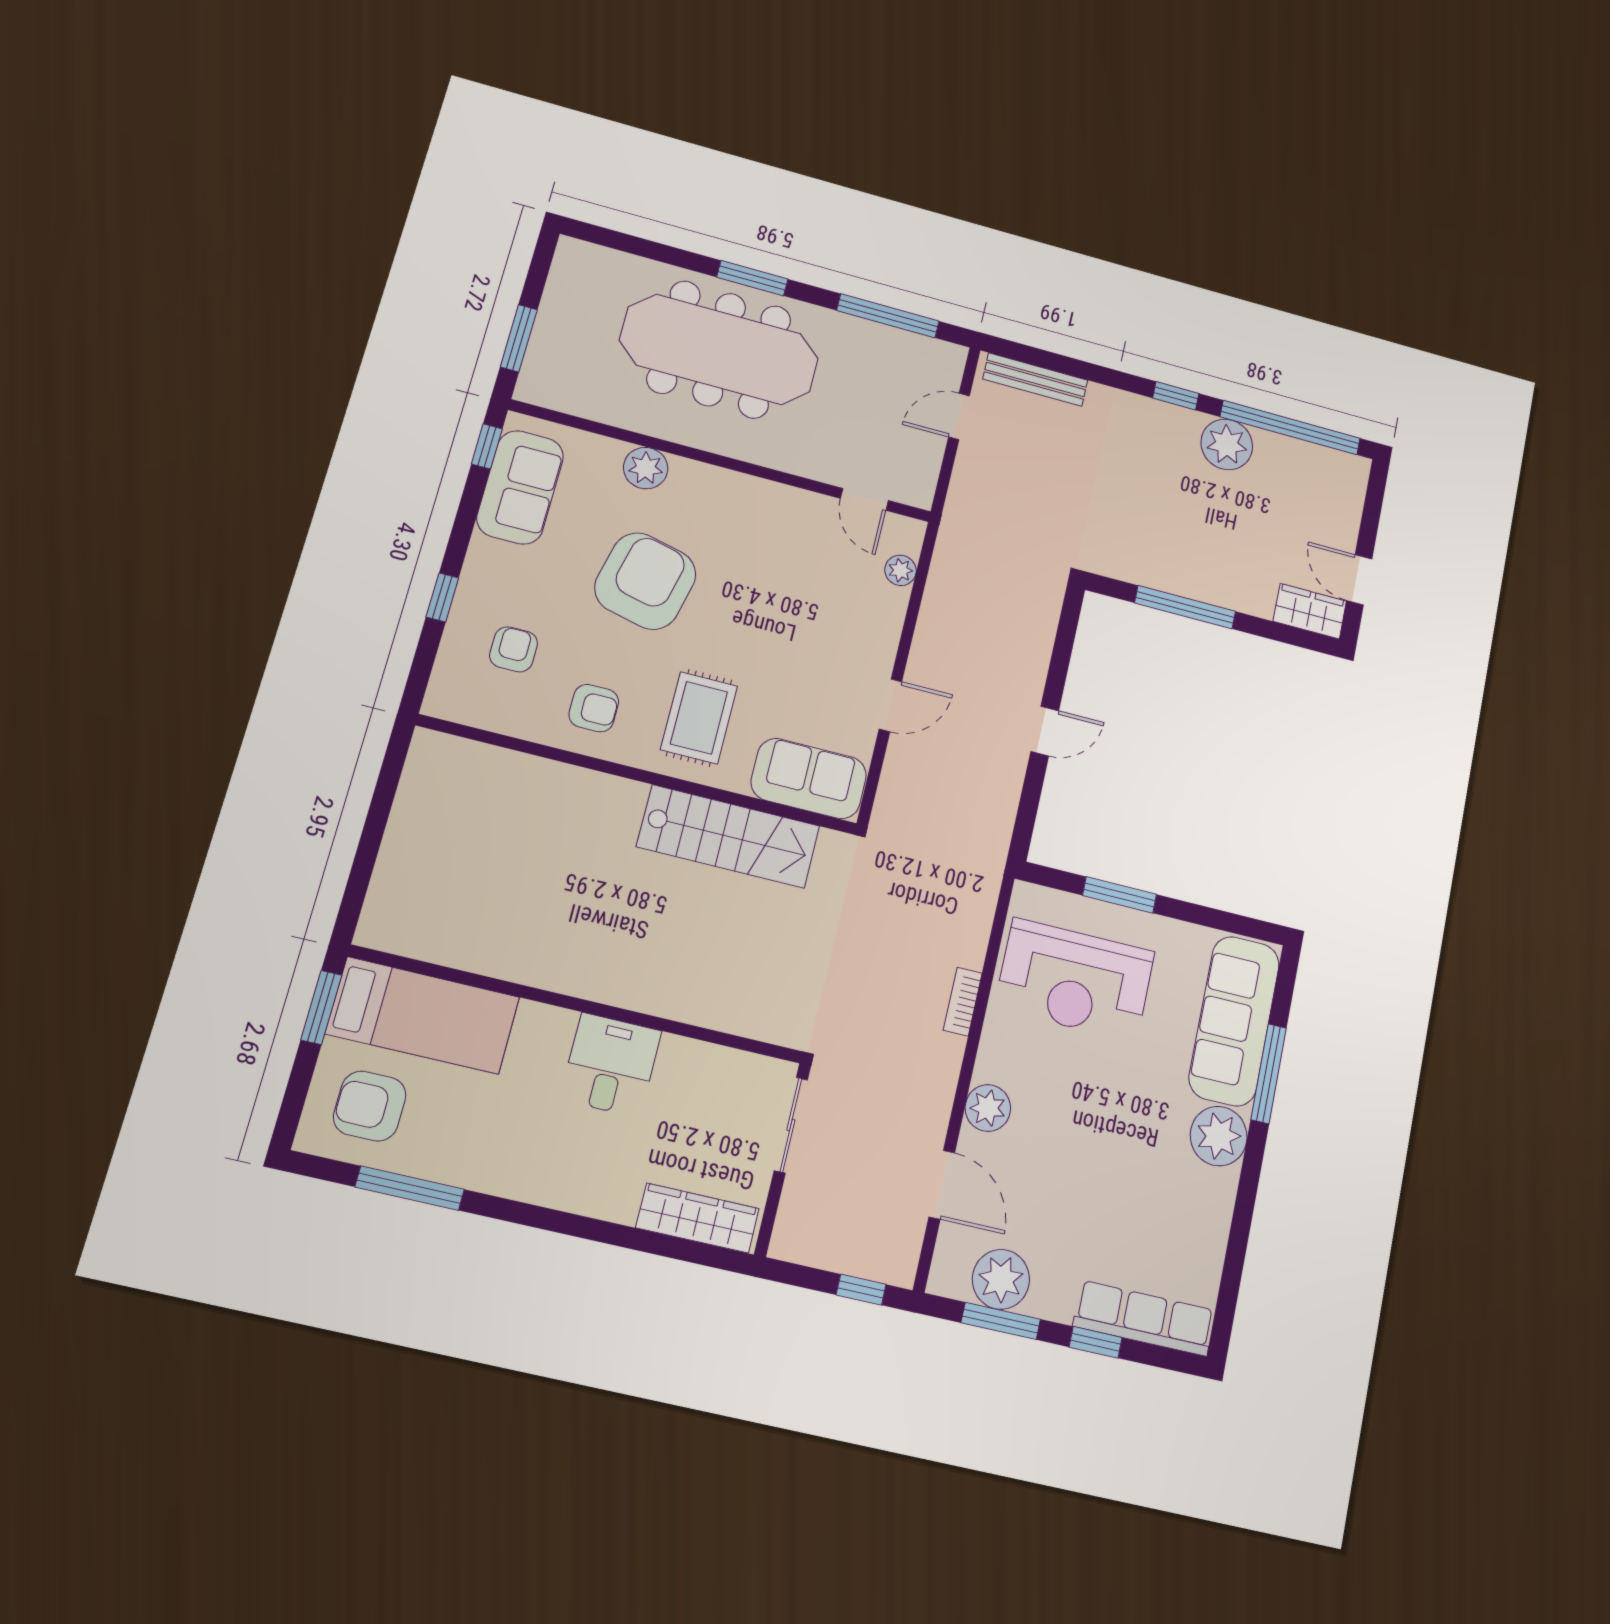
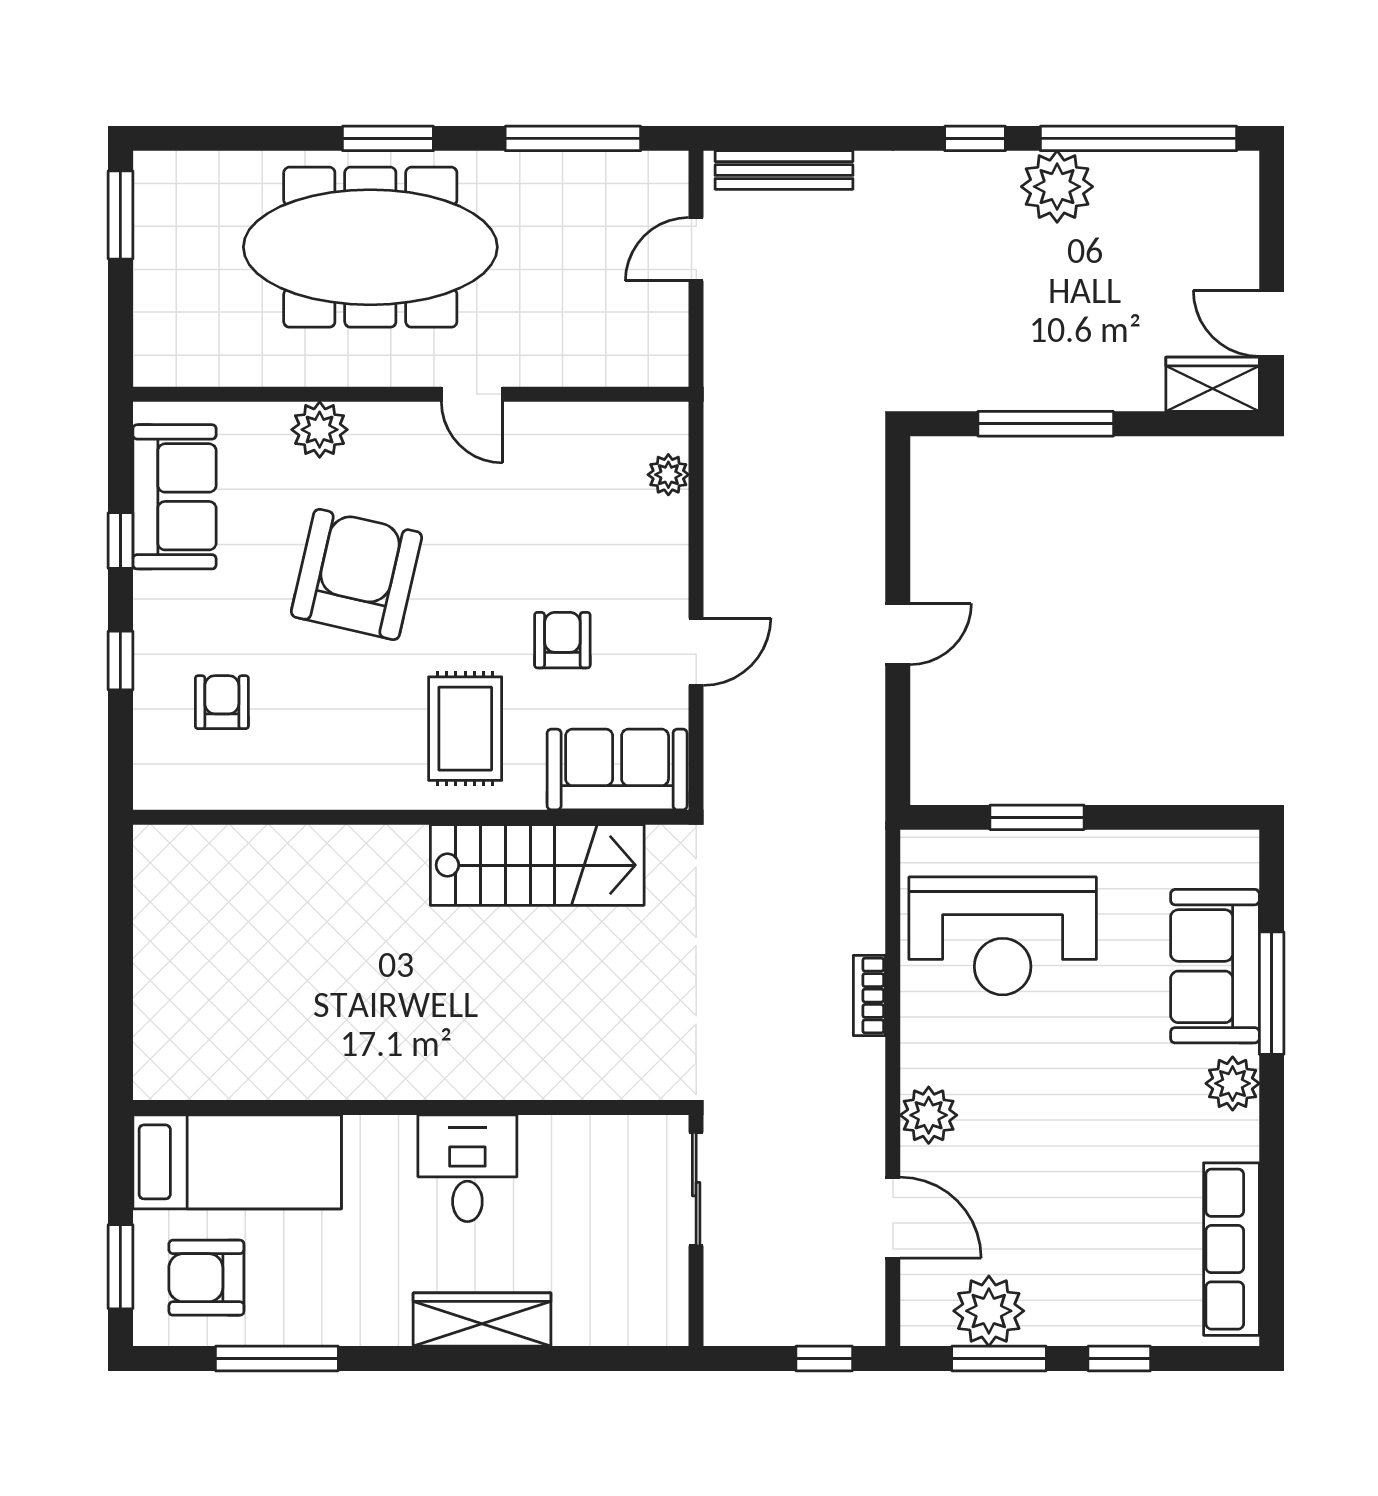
window: (519, 338) -> (120, 215), moved
window: (487, 446) -> (120, 541), moved
door: (864, 499) -> (472, 394), moved
armchair: (594, 708) -> (562, 640), moved, turned -90
window: (321, 1007) -> (120, 1267), moved
sofa: (1234, 1021) -> (1215, 966), width x0.73
plant: (1219, 1136) -> (1233, 1083), width x0.73, depth x0.73
wardrobe: (698, 1218) -> (482, 1320), moved
row of seats: (1144, 1318) -> (1231, 1249), moved, turned -90

